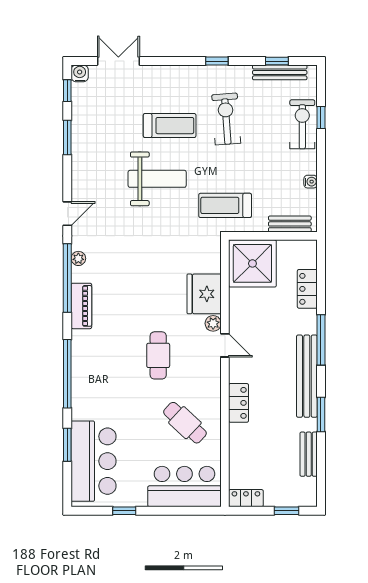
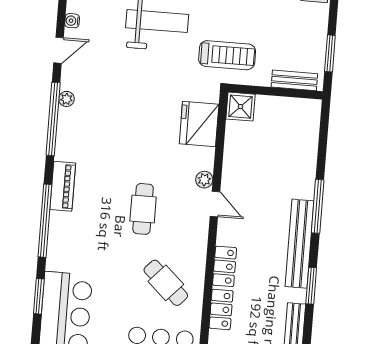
water cooler: (311, 182) -> (72, 21), moved, turned 180
window: (321, 196) -> (330, 53), added
treadmill: (225, 205) -> (227, 55), turned 180
shower: (252, 263) -> (241, 107), width x0.54, depth x0.54
locker: (307, 289) -> (221, 309), moved, turned 180
fridge: (204, 294) -> (199, 124), moved
piano: (81, 306) -> (63, 186), moved

